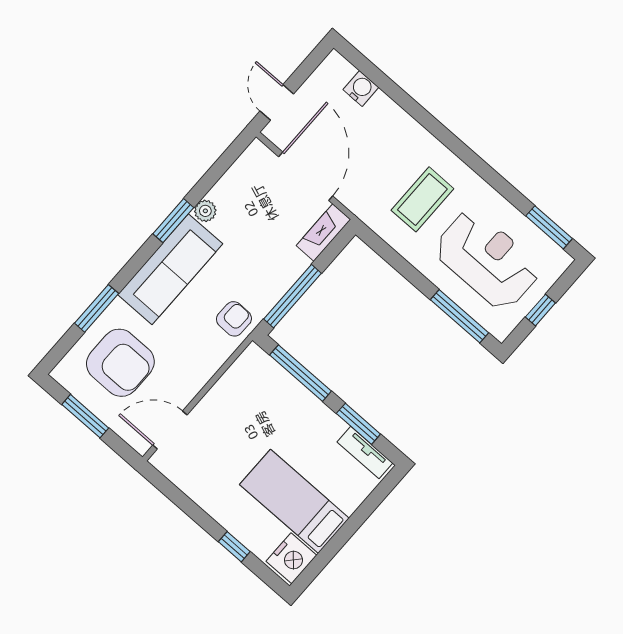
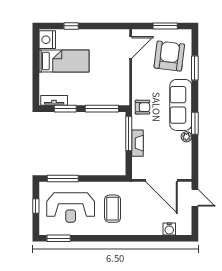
fireplace: (323, 233) -> (138, 143), moved
armchair: (234, 319) -> (142, 107), turned -91
armchair: (120, 363) -> (169, 56), turned 97

